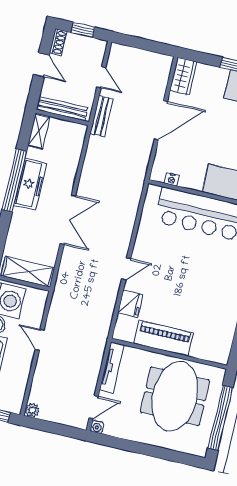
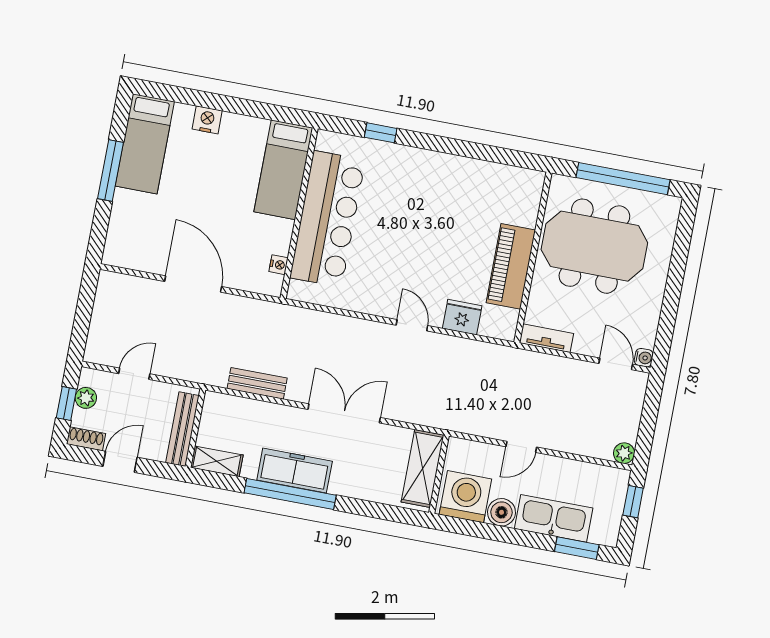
plant: (86, 43) -> (86, 398), added
wardrobe: (183, 76) -> (128, 254), removed
bench: (102, 116) -> (257, 383), moved
tv unit: (112, 368) -> (546, 338), width x0.71

